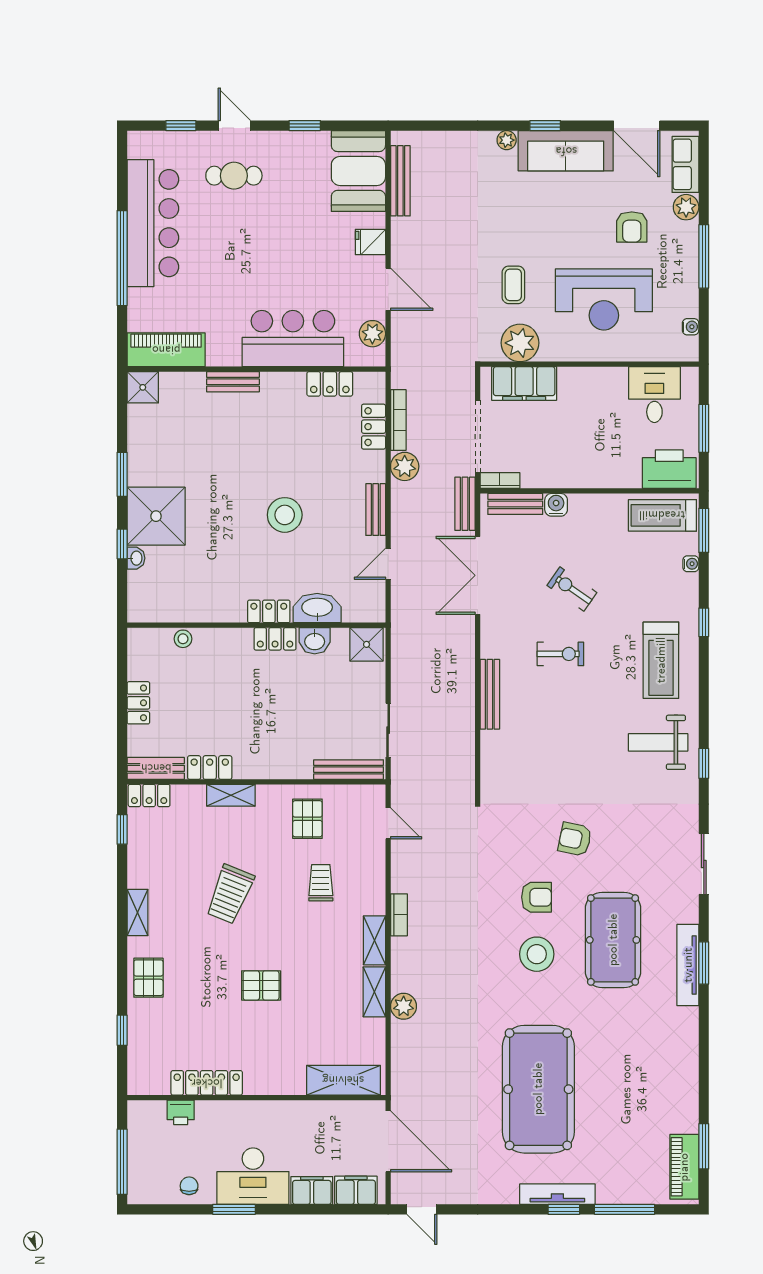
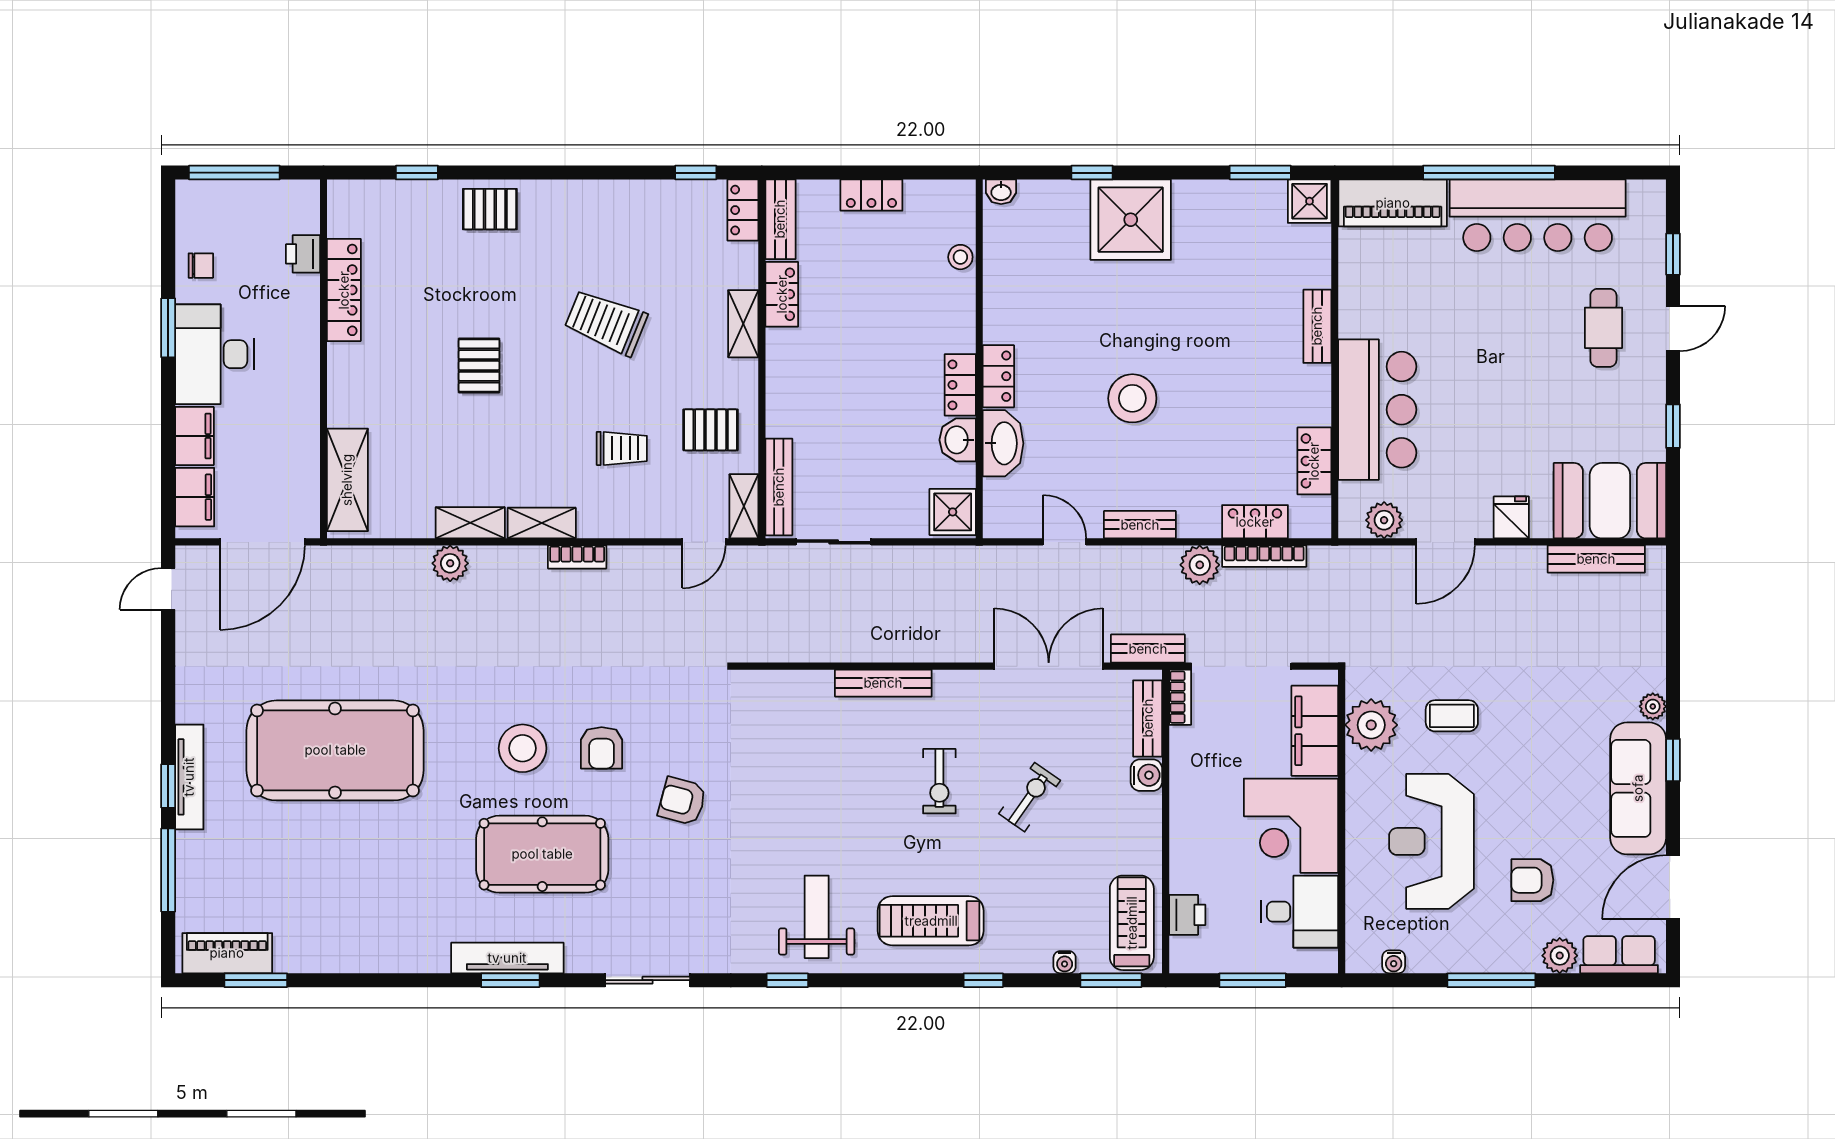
piano: (166, 350) -> (1393, 203), moved, turned 90
corner desk: (593, 401) -> (1291, 826), added
printer: (669, 469) -> (1187, 915), width x0.53, depth x0.68
window: (122, 474) -> (1260, 173), moved
washbasin: (136, 558) -> (1001, 192), moved
armchair: (575, 839) -> (682, 801), turned -87
shelving: (137, 913) -> (744, 506), moved, turned 90

